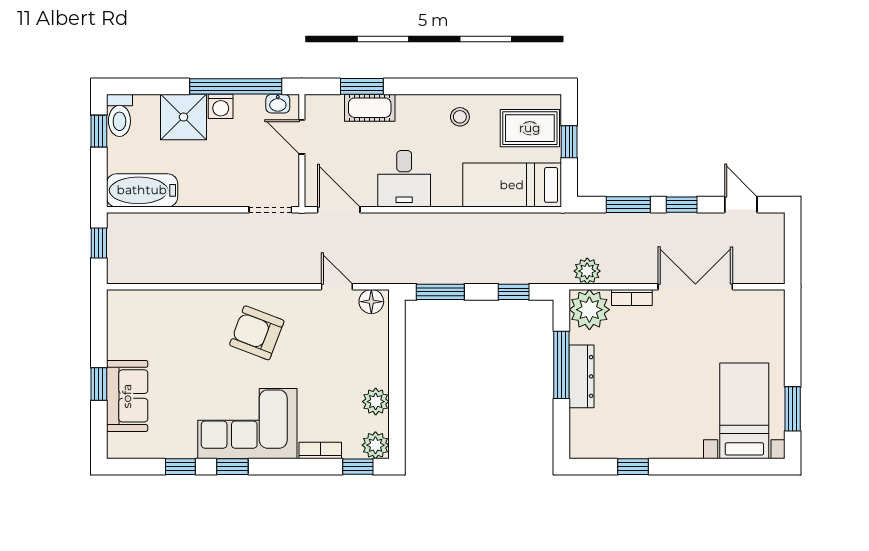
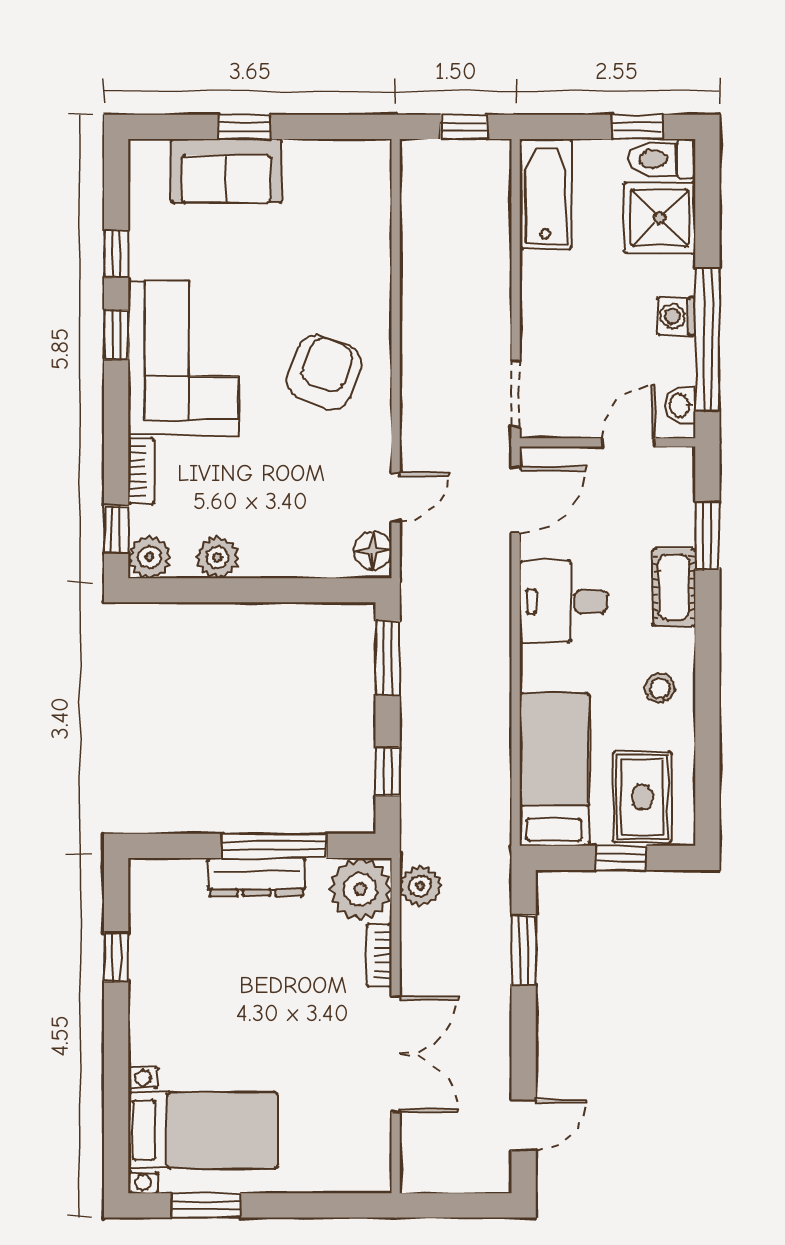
cot: (370, 108) -> (674, 587), moved
shower: (184, 117) -> (660, 218), moved
window: (682, 205) -> (524, 1033), removed

